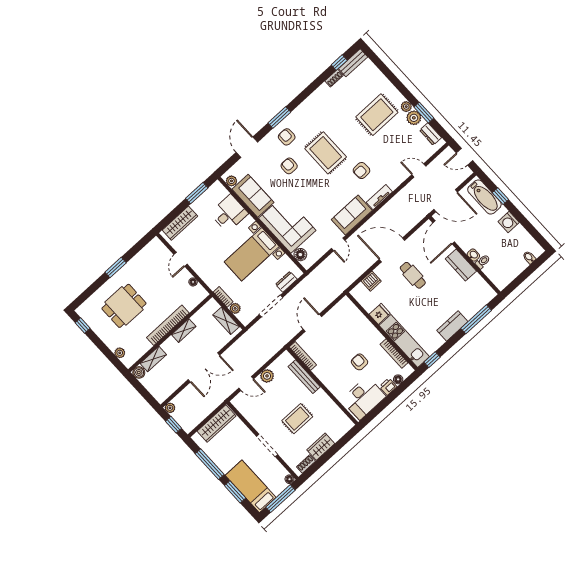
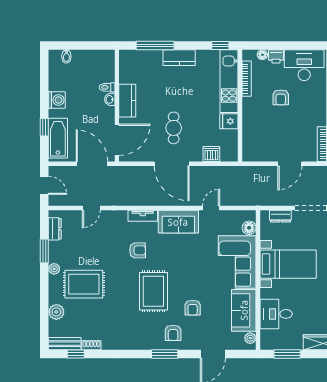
plant: (414, 118) -> (56, 312), moved
door: (419, 170) -> (91, 208), hinge flipped

